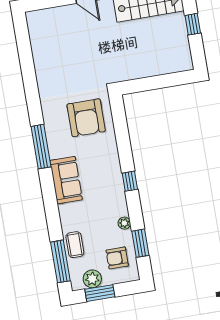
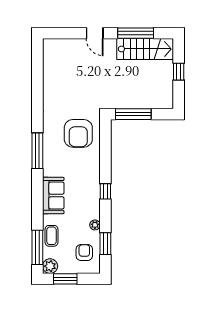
window: (148, 84) -> (133, 114), added
sofa: (66, 180) -> (53, 195), moved
armchair: (117, 258) -> (84, 252), turned 90
plant: (92, 279) -> (50, 266), moved

